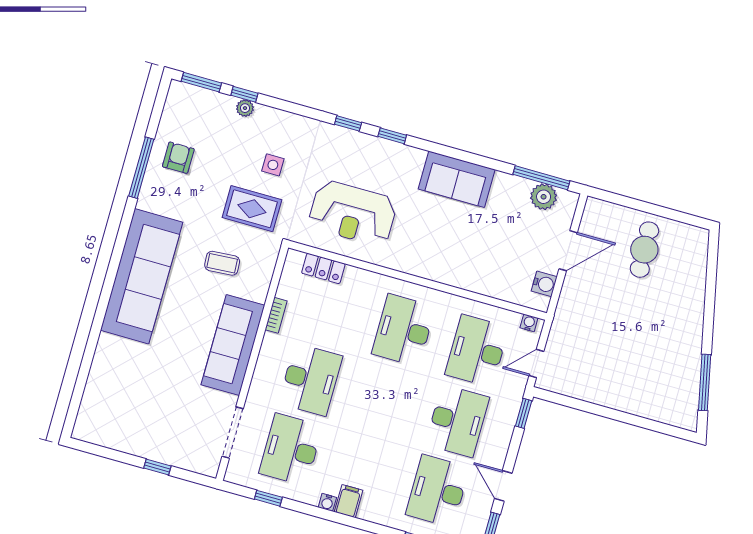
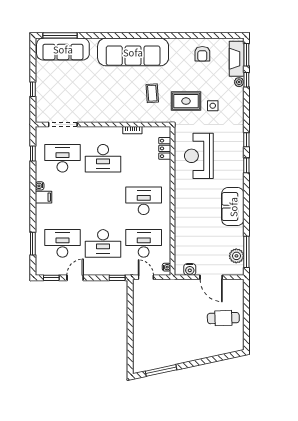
fireplace: (204, 101) -> (237, 59), added
armchair: (178, 158) -> (202, 54), turned 90
window: (141, 168) -> (60, 35), moved
rug: (252, 209) -> (186, 101), turned 90
sofa: (233, 345) -> (63, 49), moved, turned 180

